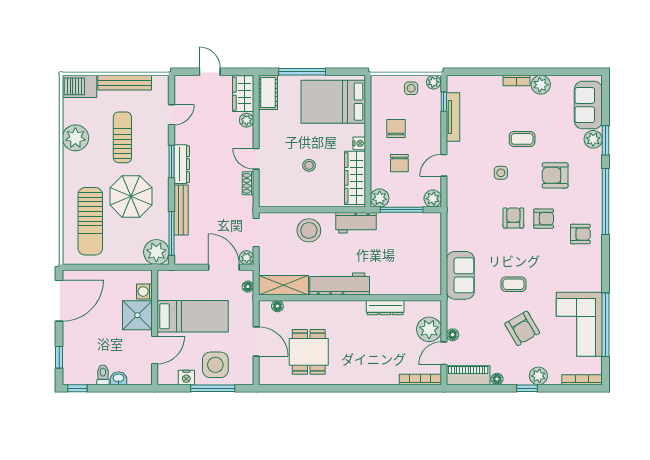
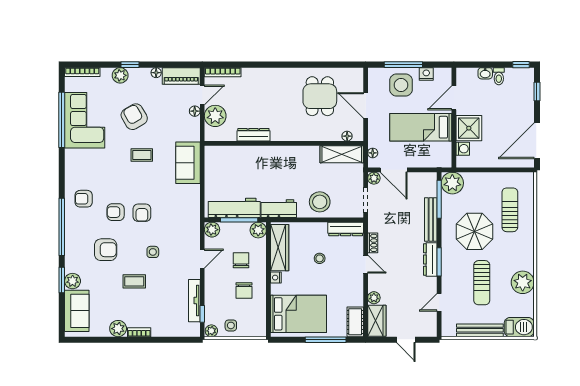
dresser: (279, 199) -> (346, 229), added
sun lounger: (90, 221) -> (510, 210), width x0.73, depth x0.75
workbench: (340, 284) -> (234, 208), moved, turned 180

